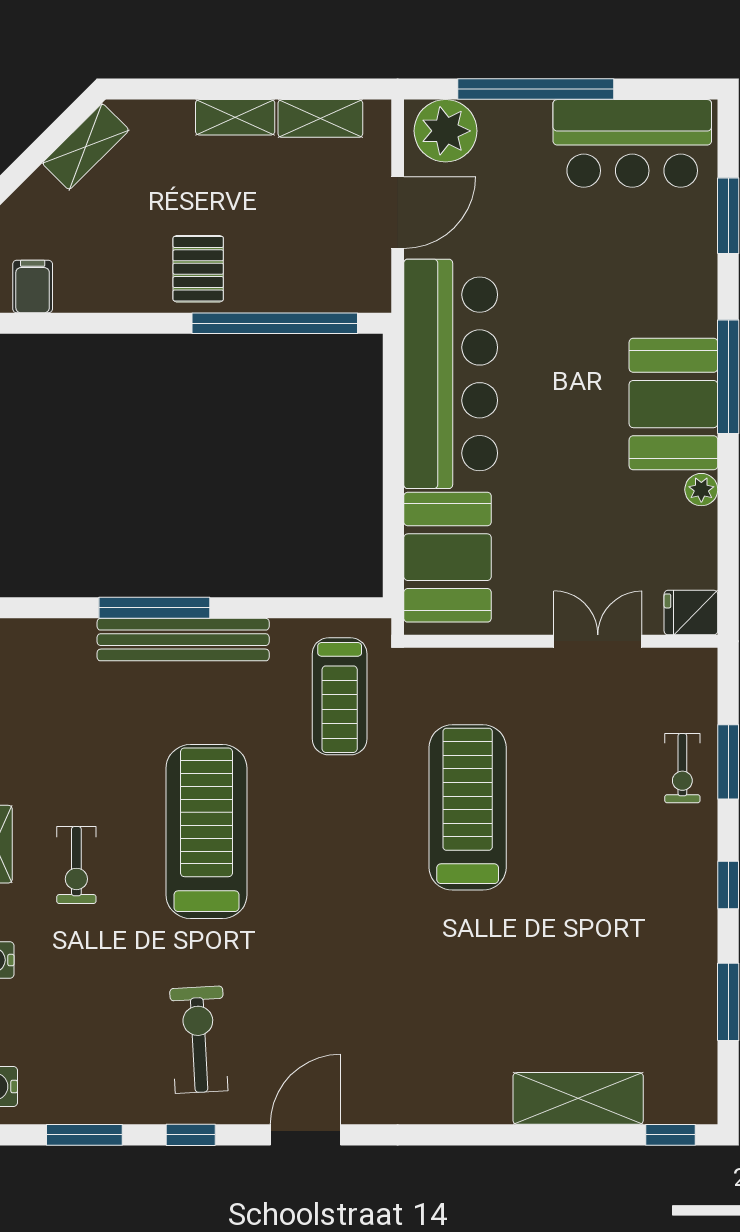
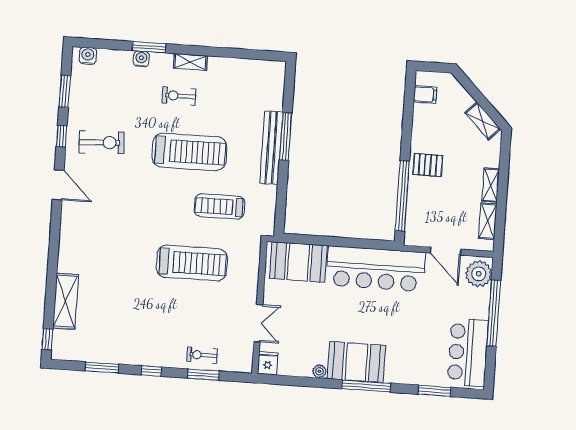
treadmill: (340, 696) -> (219, 206), moved

